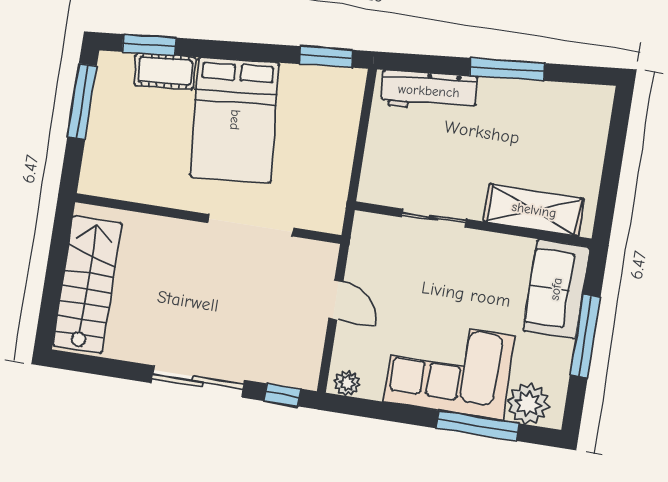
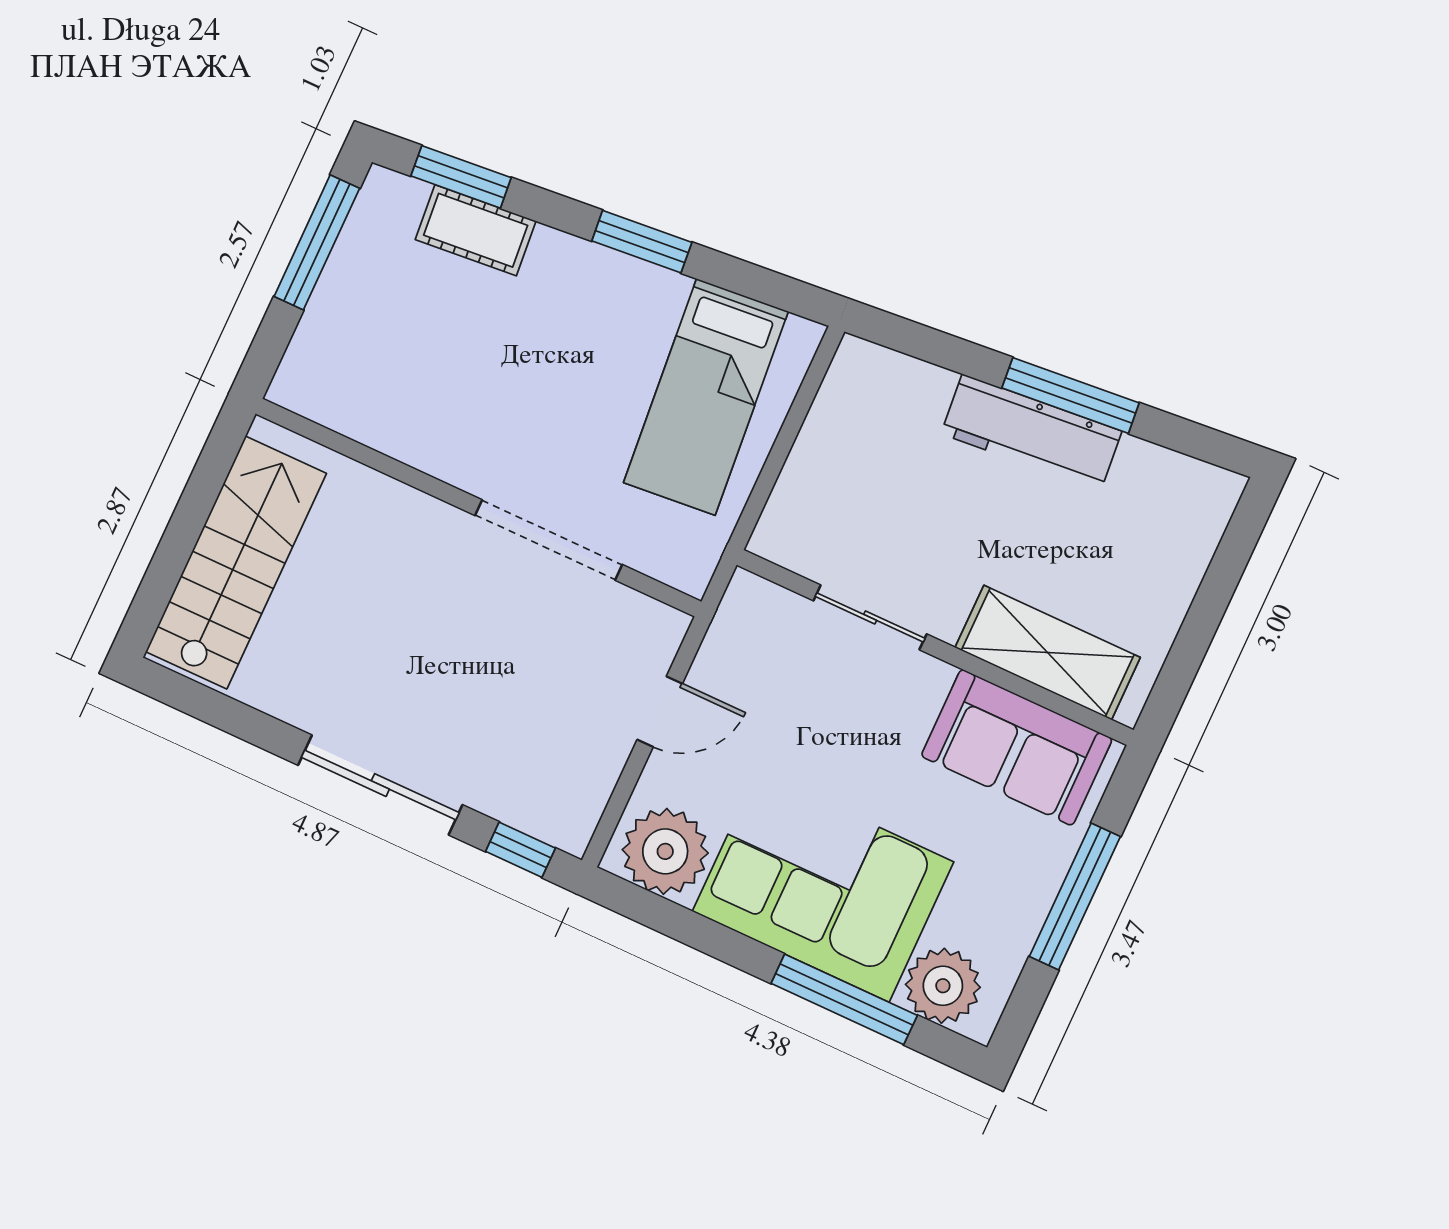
window: (326, 57) -> (642, 242), moved
workbench: (429, 91) -> (1031, 432), moved
bed: (235, 120) -> (706, 397), moved, width x0.67
sofa: (556, 289) -> (1017, 747), moved, turned -90
door: (336, 300) -> (660, 712), hinge flipped
plant: (347, 383) -> (665, 851), width x1.87, depth x1.87

